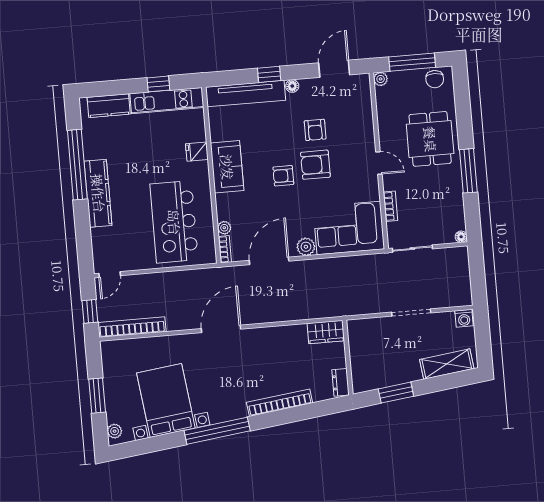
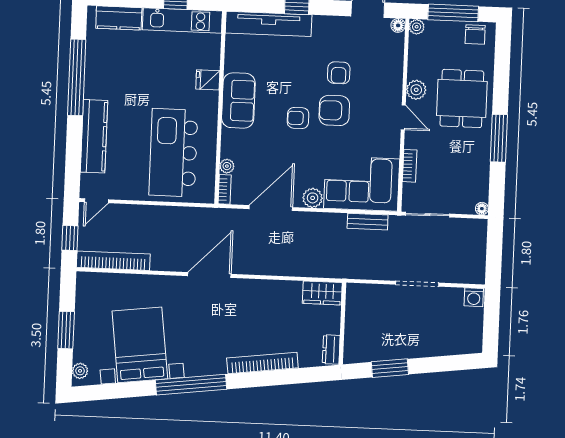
floor lamp: (292, 86) -> (398, 25), moved
plant: (388, 136) -> (416, 90), added
kitchen counter: (98, 193) -> (94, 136), moved
bench: (359, 262) -> (368, 222), added
shelving: (447, 364) -> (449, 344), removed

